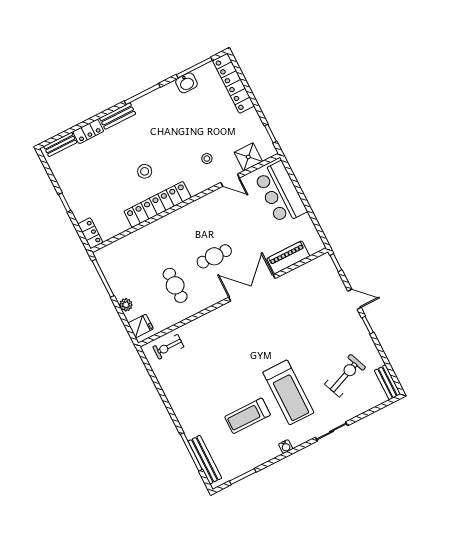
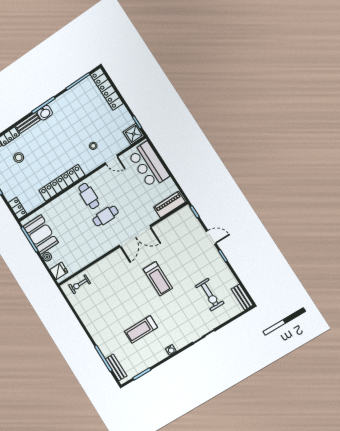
washbasin: (187, 83) -> (45, 113), moved
shower: (248, 157) -> (134, 134), moved
stool: (145, 171) -> (19, 158), moved
piano: (288, 257) -> (170, 205), moved
booth: (120, 273) -> (41, 235), added
cafe table: (175, 285) -> (89, 196), moved
double door: (252, 288) -> (135, 236), swing flipped
exercise bike: (345, 376) -> (210, 295), turned 112
treadmill: (288, 392) -> (158, 279), moved, width x0.73, depth x0.73
bench: (205, 460) -> (116, 367), width x0.73

